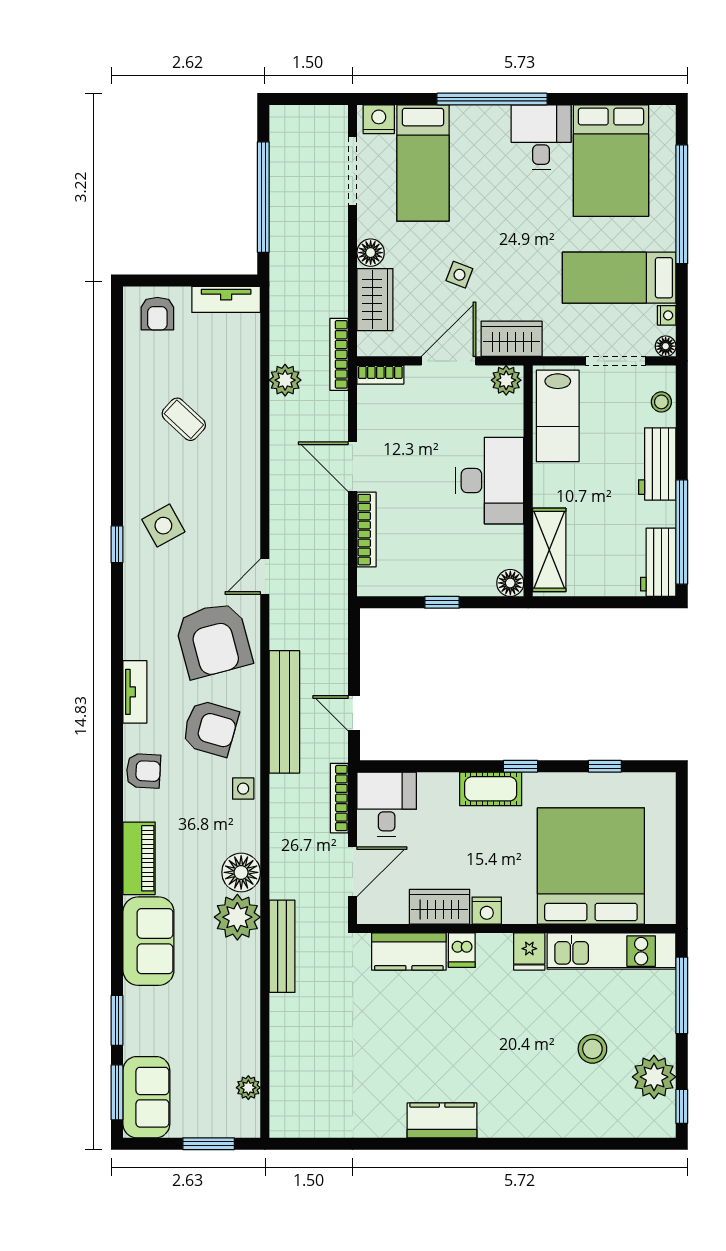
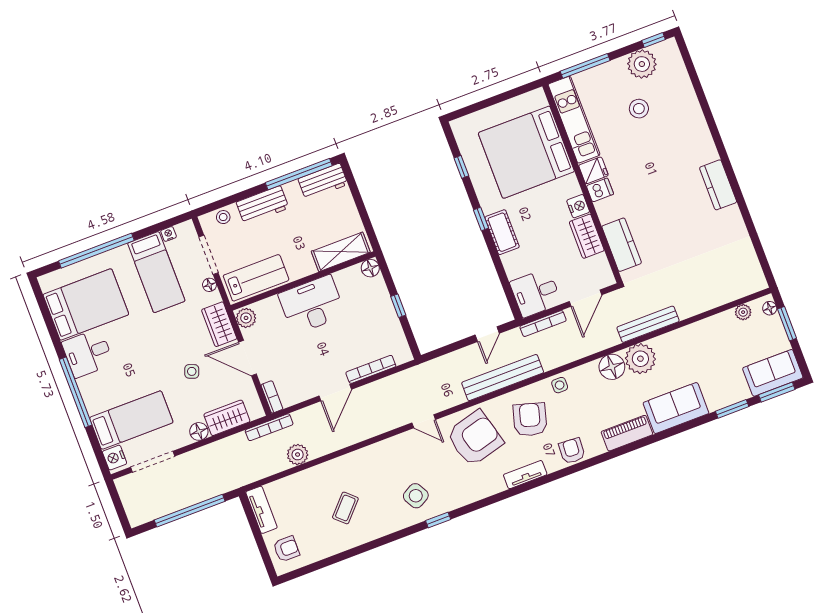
floor lamp: (666, 346) -> (209, 285), moved
door: (353, 872) -> (585, 298), swing flipped
dishwasher: (462, 950) -> (600, 190), moved
floor lamp: (240, 1127) -> (770, 308), added

